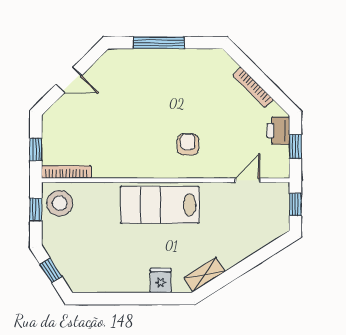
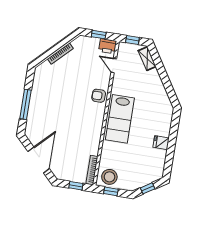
door: (69, 80) -> (39, 160), width x1.88
printer: (278, 131) -> (108, 46), moved
armchair: (188, 144) -> (99, 96), moved
shelving: (204, 275) -> (147, 59), moved
fridge: (161, 280) -> (161, 143), moved

